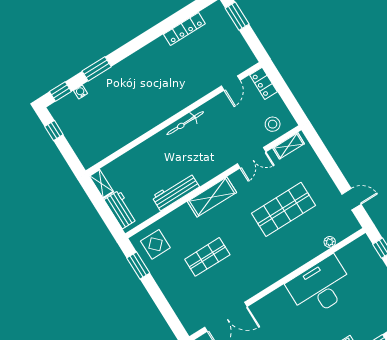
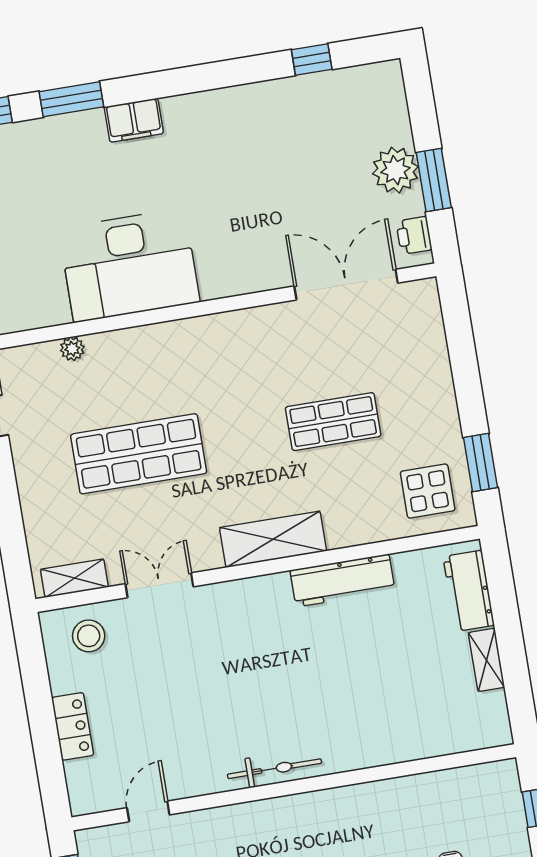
door: (231, 83) -> (148, 811), moved
wall: (174, 119) -> (294, 787), moved
bicycle: (185, 123) -> (275, 769), moved

